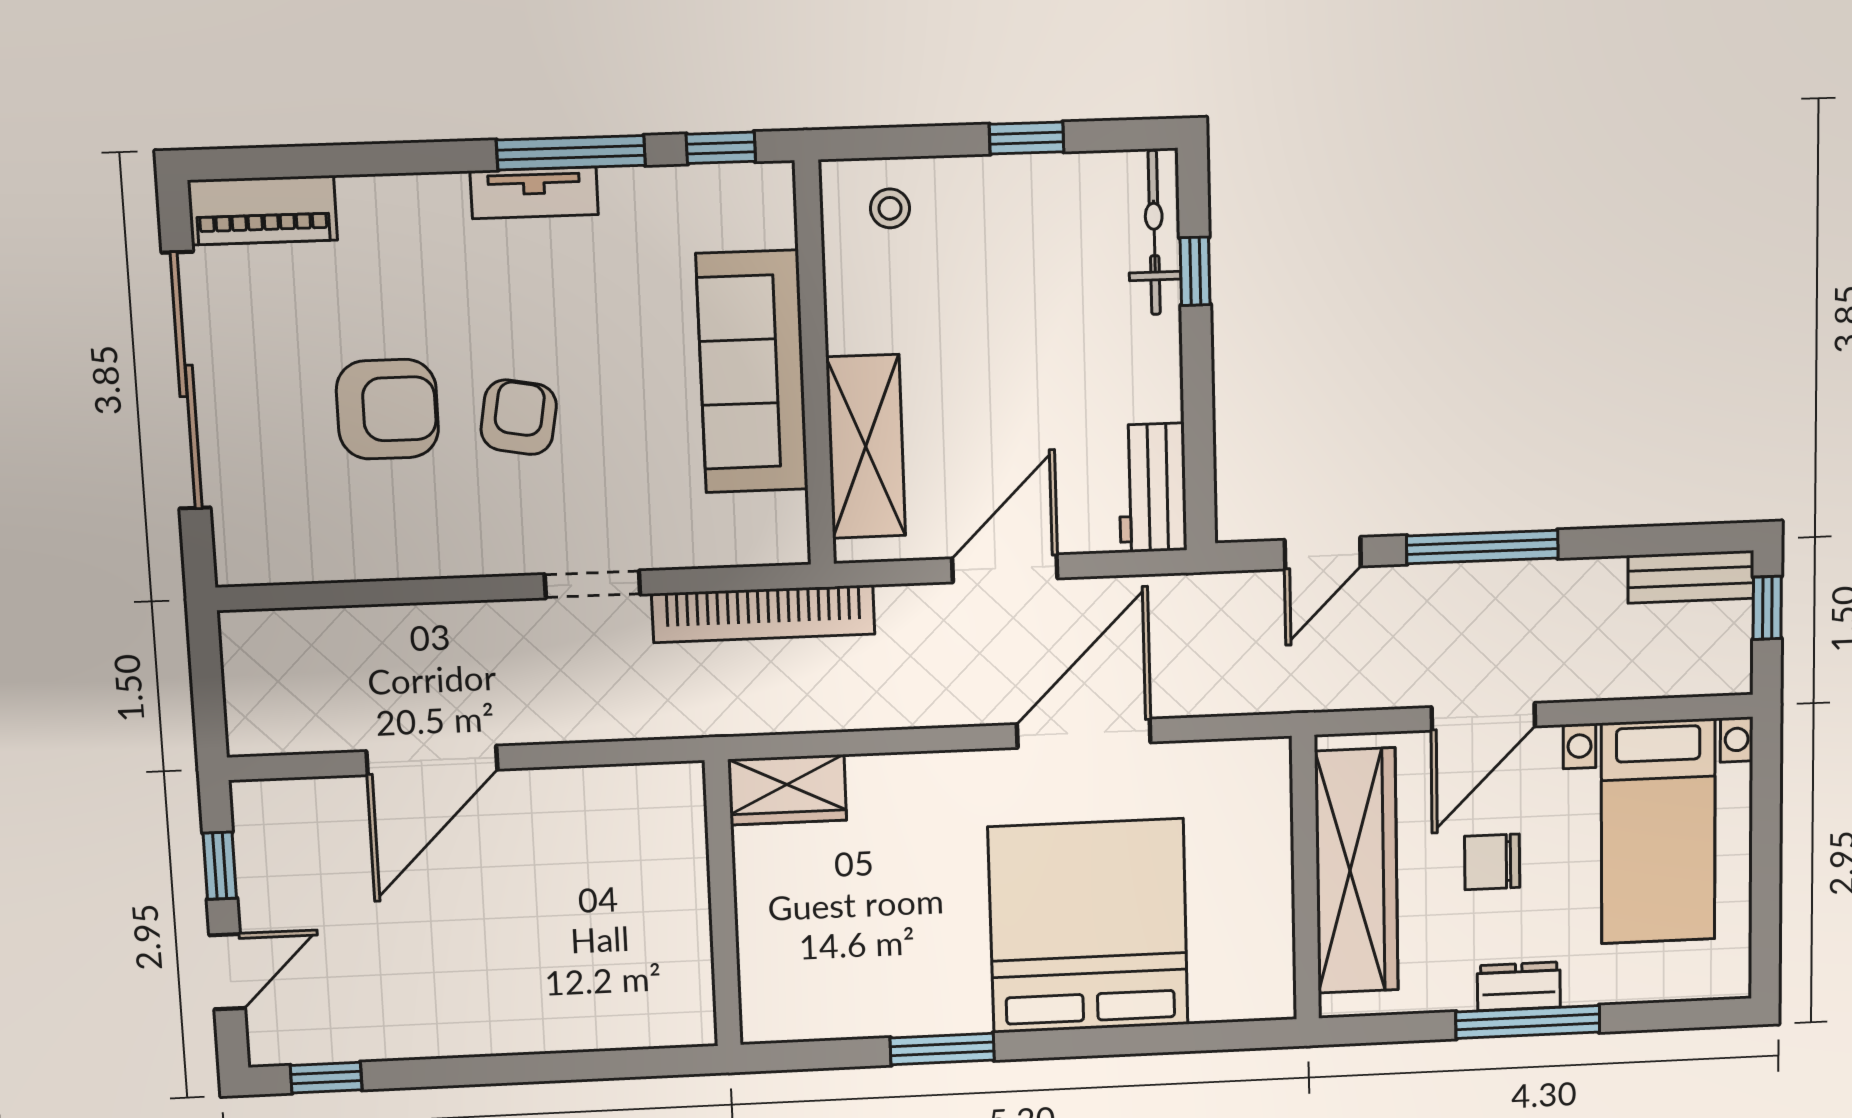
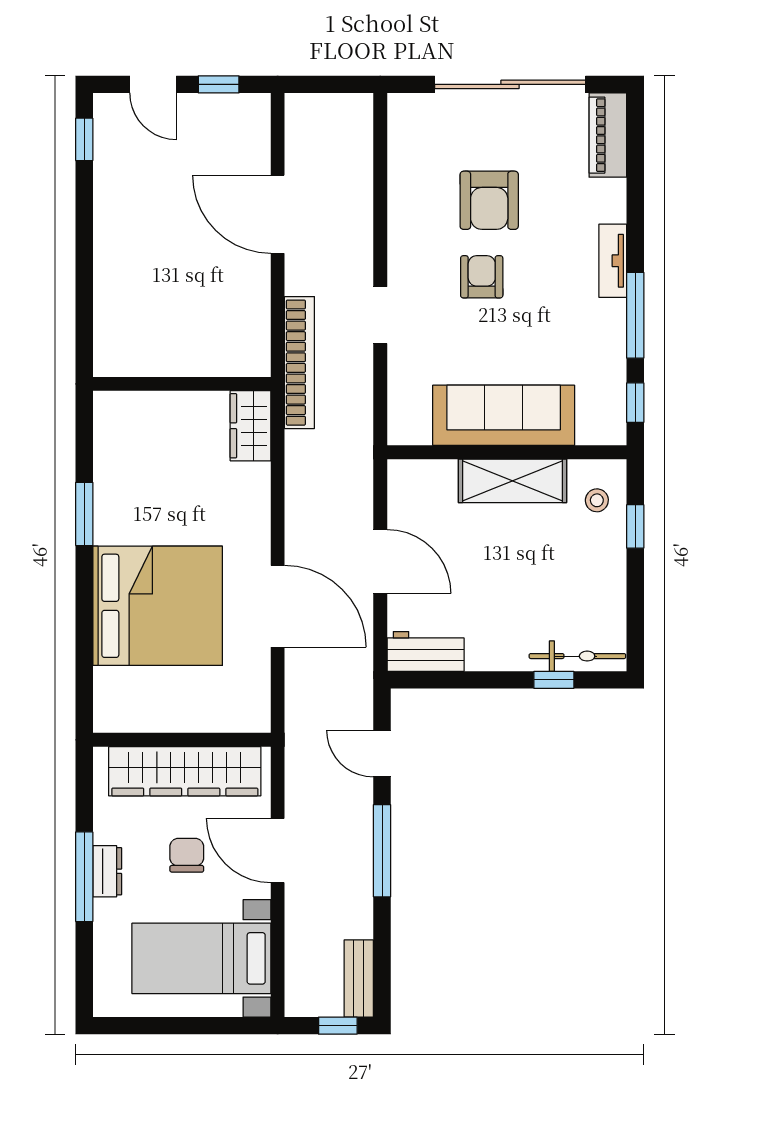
window: (1027, 138) -> (635, 526), moved
tv unit: (534, 193) -> (613, 261), moved
armchair: (519, 417) -> (482, 277), turned -100
shelving: (866, 447) -> (513, 481), moved
bookcase: (763, 614) -> (299, 363), moved, turned 180

